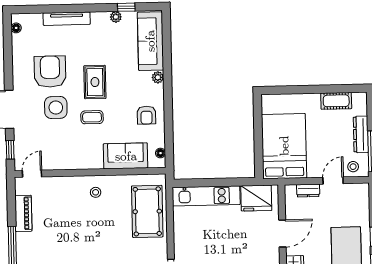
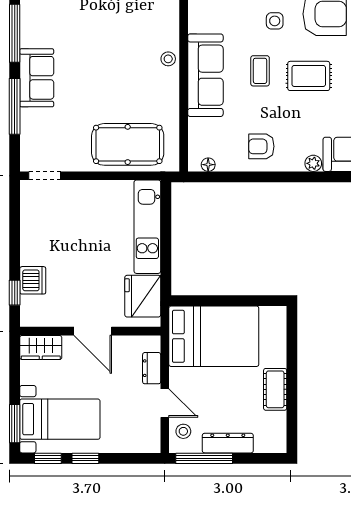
cot: (336, 101) -> (275, 389), moved
side table: (56, 107) -> (275, 21), width x0.54, depth x0.54
sofa: (126, 156) -> (205, 75), moved, width x1.36
stool: (96, 192) -> (168, 59), moved

